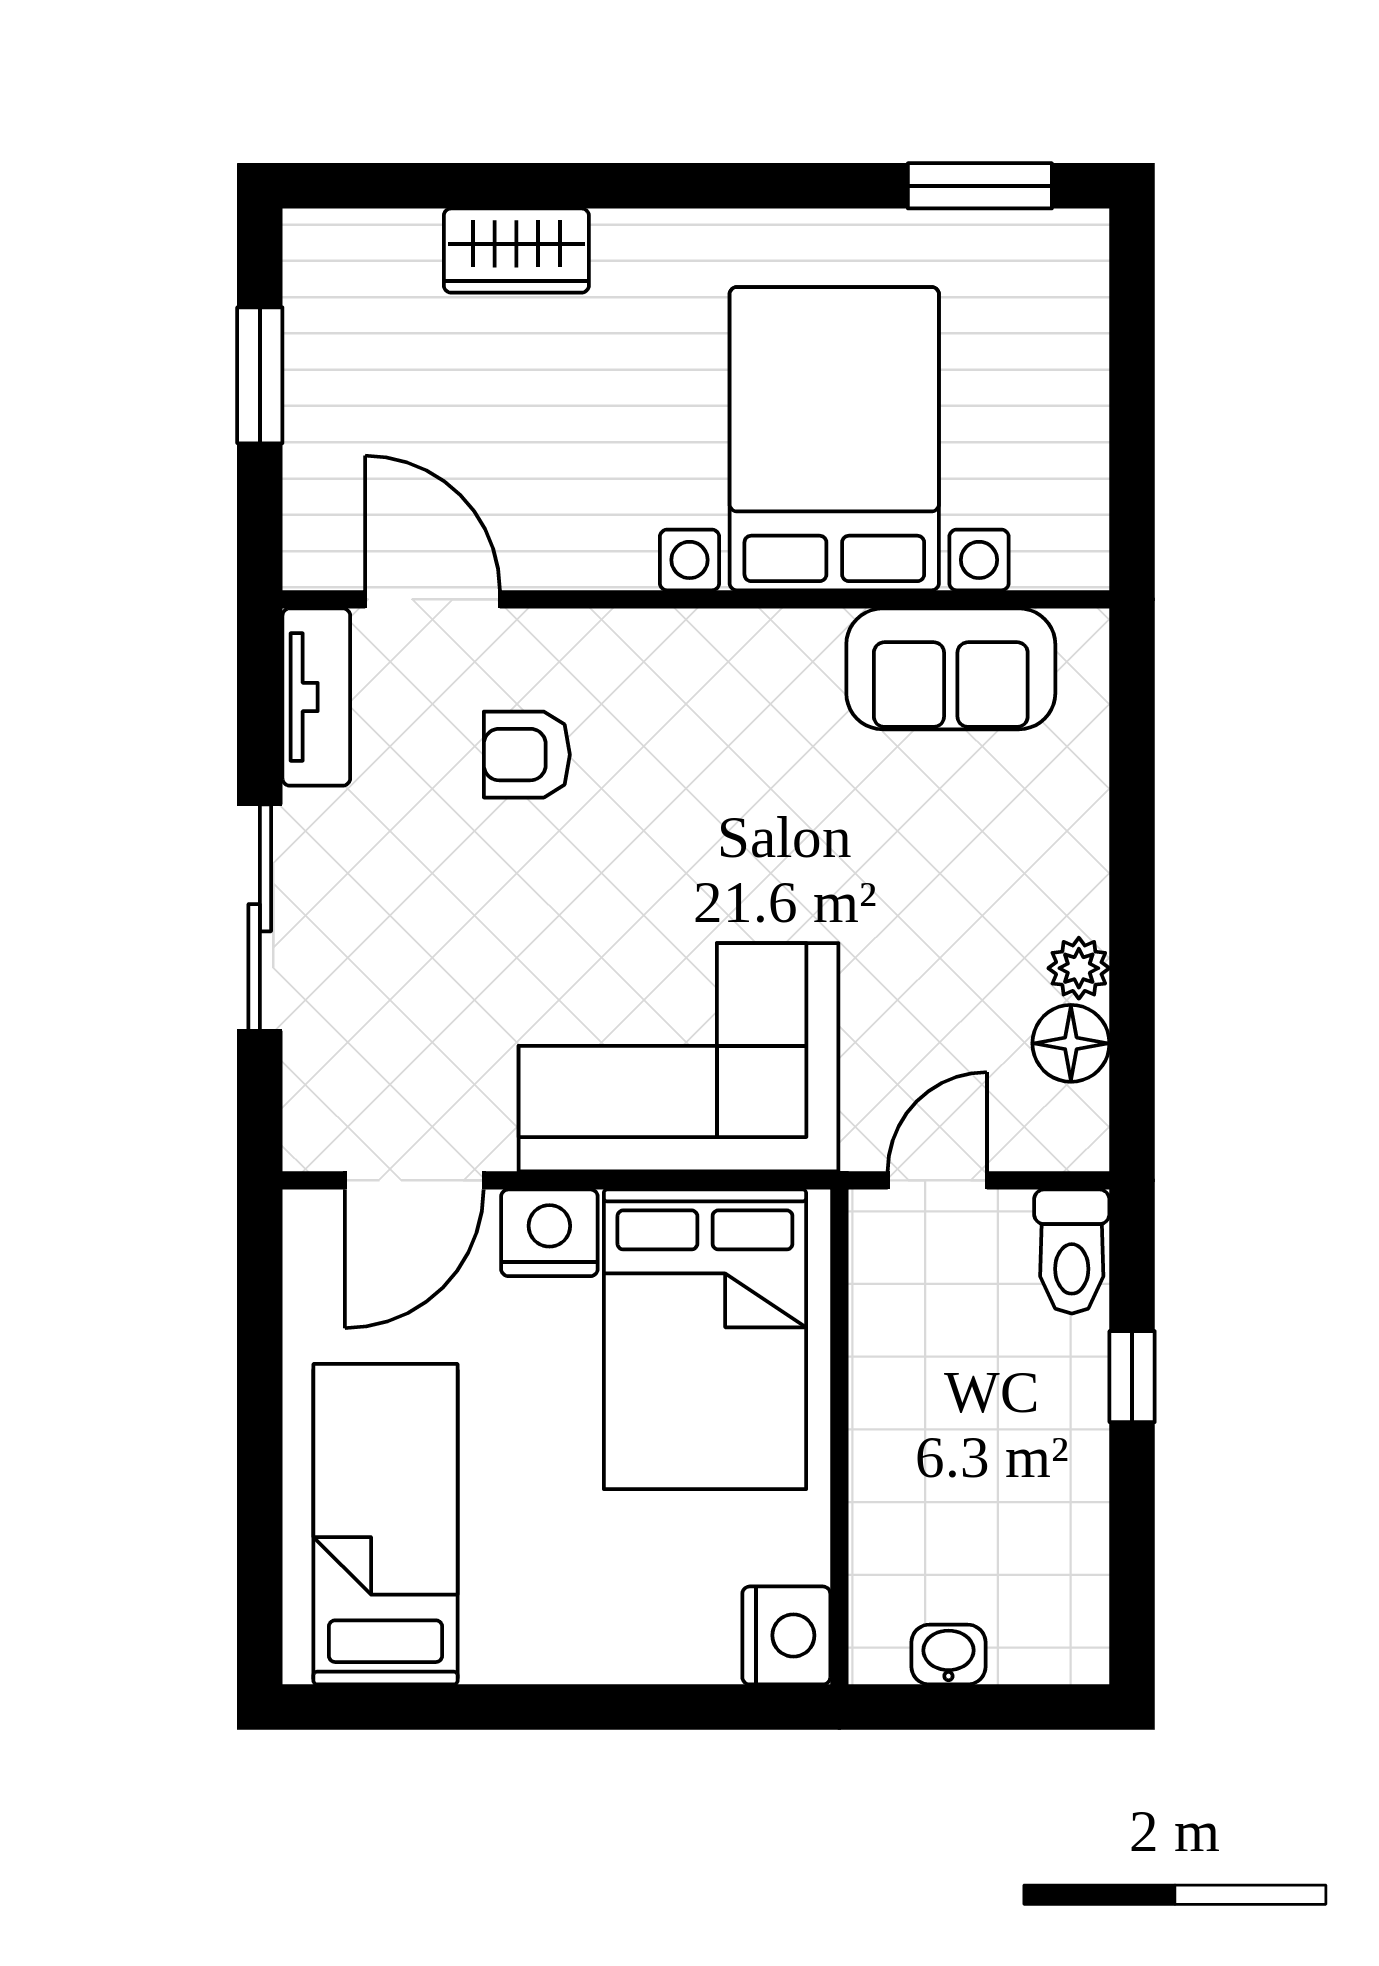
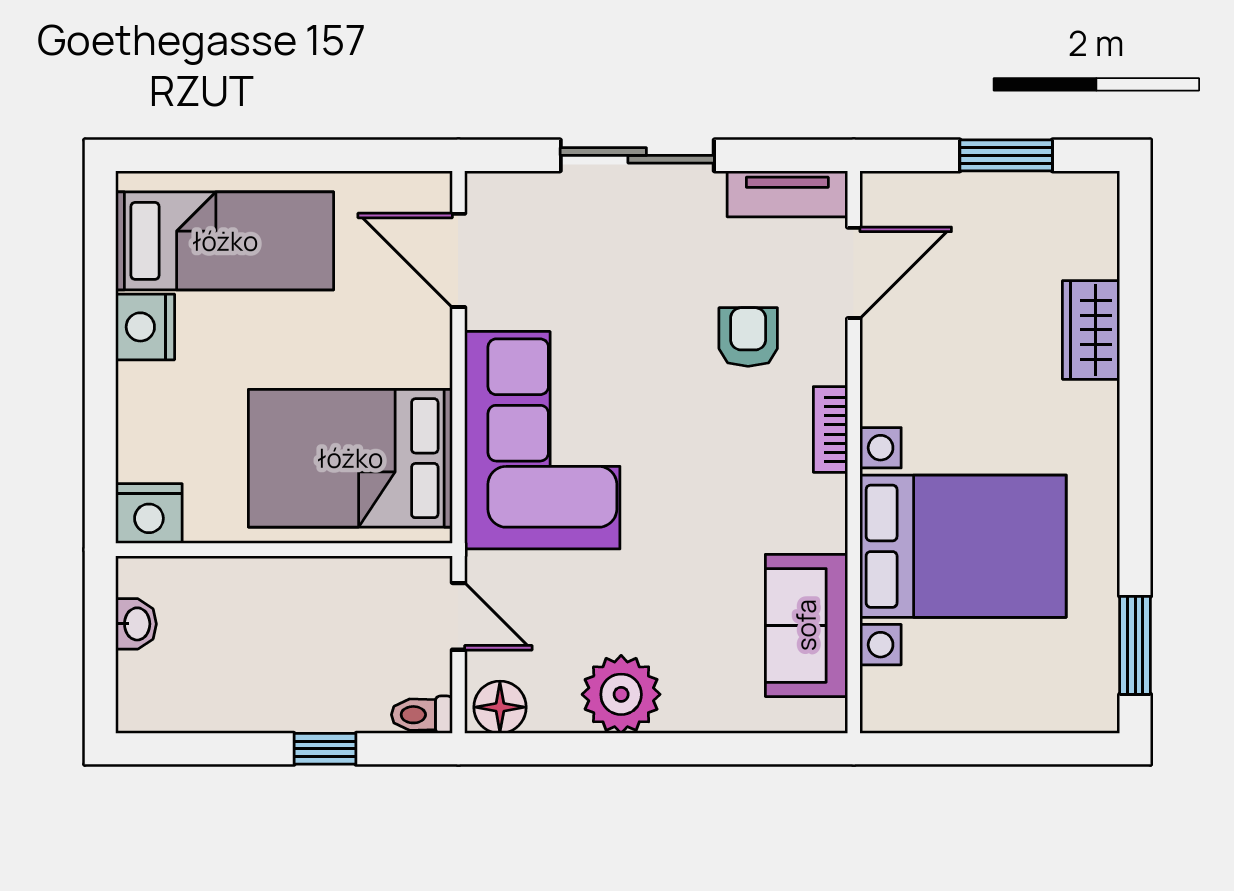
bookcase: (663, 634) -> (830, 429), added
plant: (1079, 968) -> (621, 694), width x1.88, depth x1.88
floor lamp: (1071, 1043) -> (500, 707), moved
nightstand: (549, 1233) -> (145, 327), moved, turned 180
toilet: (1072, 1252) -> (422, 715), width x0.73, depth x0.72

